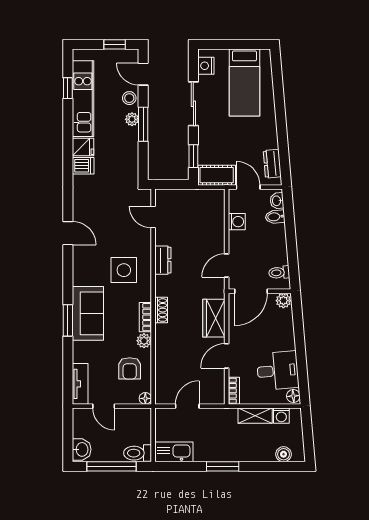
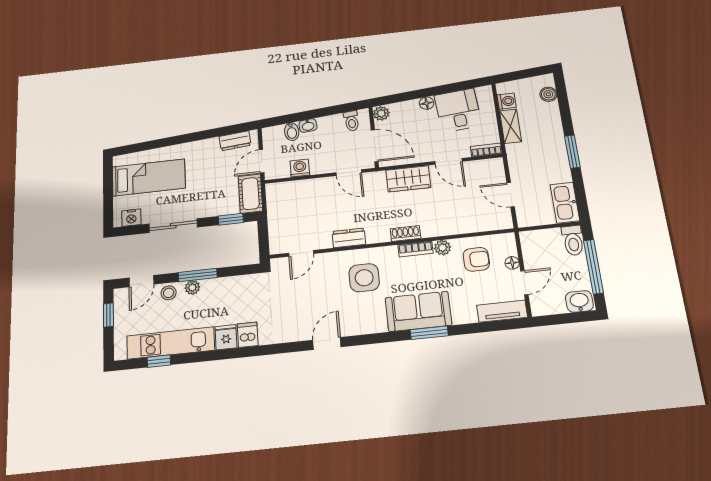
washbasin: (277, 201) -> (308, 125), moved
floor lamp: (293, 396) -> (427, 103), moved
floor lamp: (145, 398) -> (512, 263), moved

